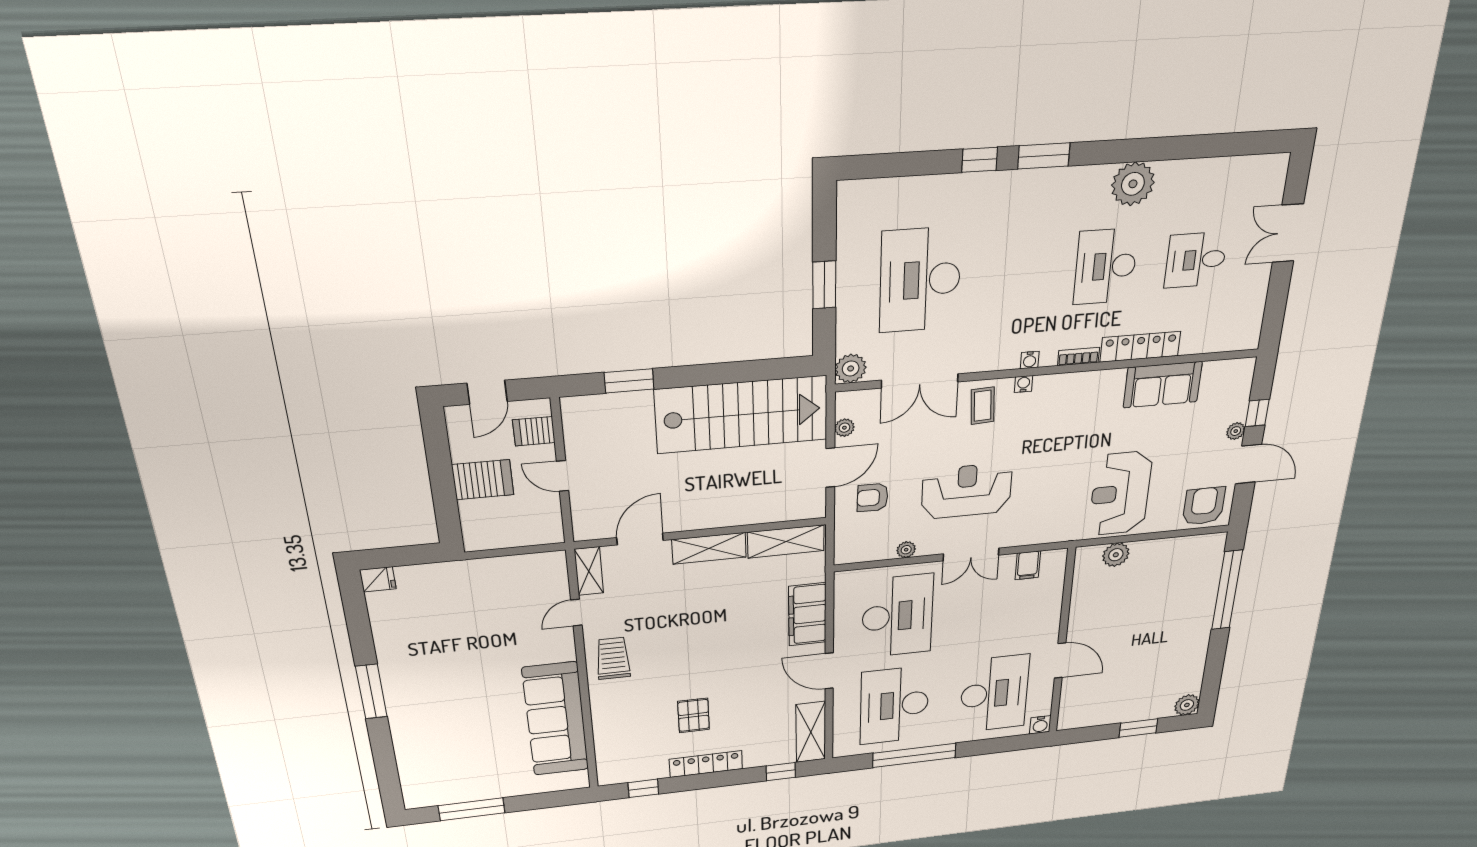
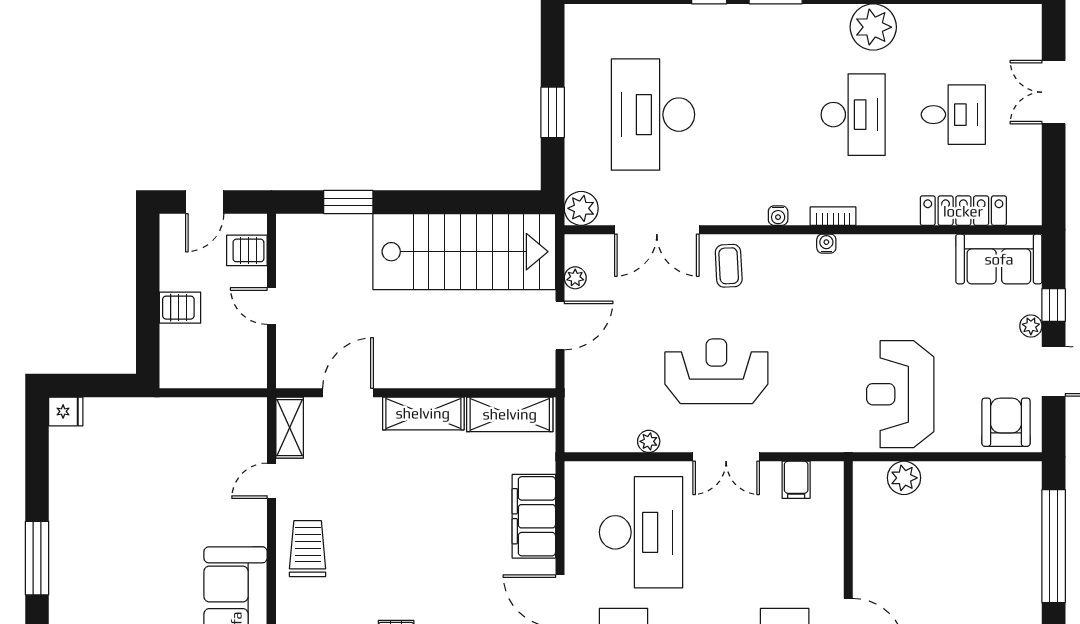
desk: (1196, 260) -> (953, 115), turned 180
desk: (1106, 266) -> (853, 115), turned 180
locker: (1140, 347) -> (963, 211), moved
water cooler: (1024, 384) -> (826, 244), moved
sofa: (1163, 385) -> (999, 259), moved
server rack: (483, 480) -> (180, 308), width x0.73, depth x0.70
armchair: (873, 498) -> (608, 368), removed

